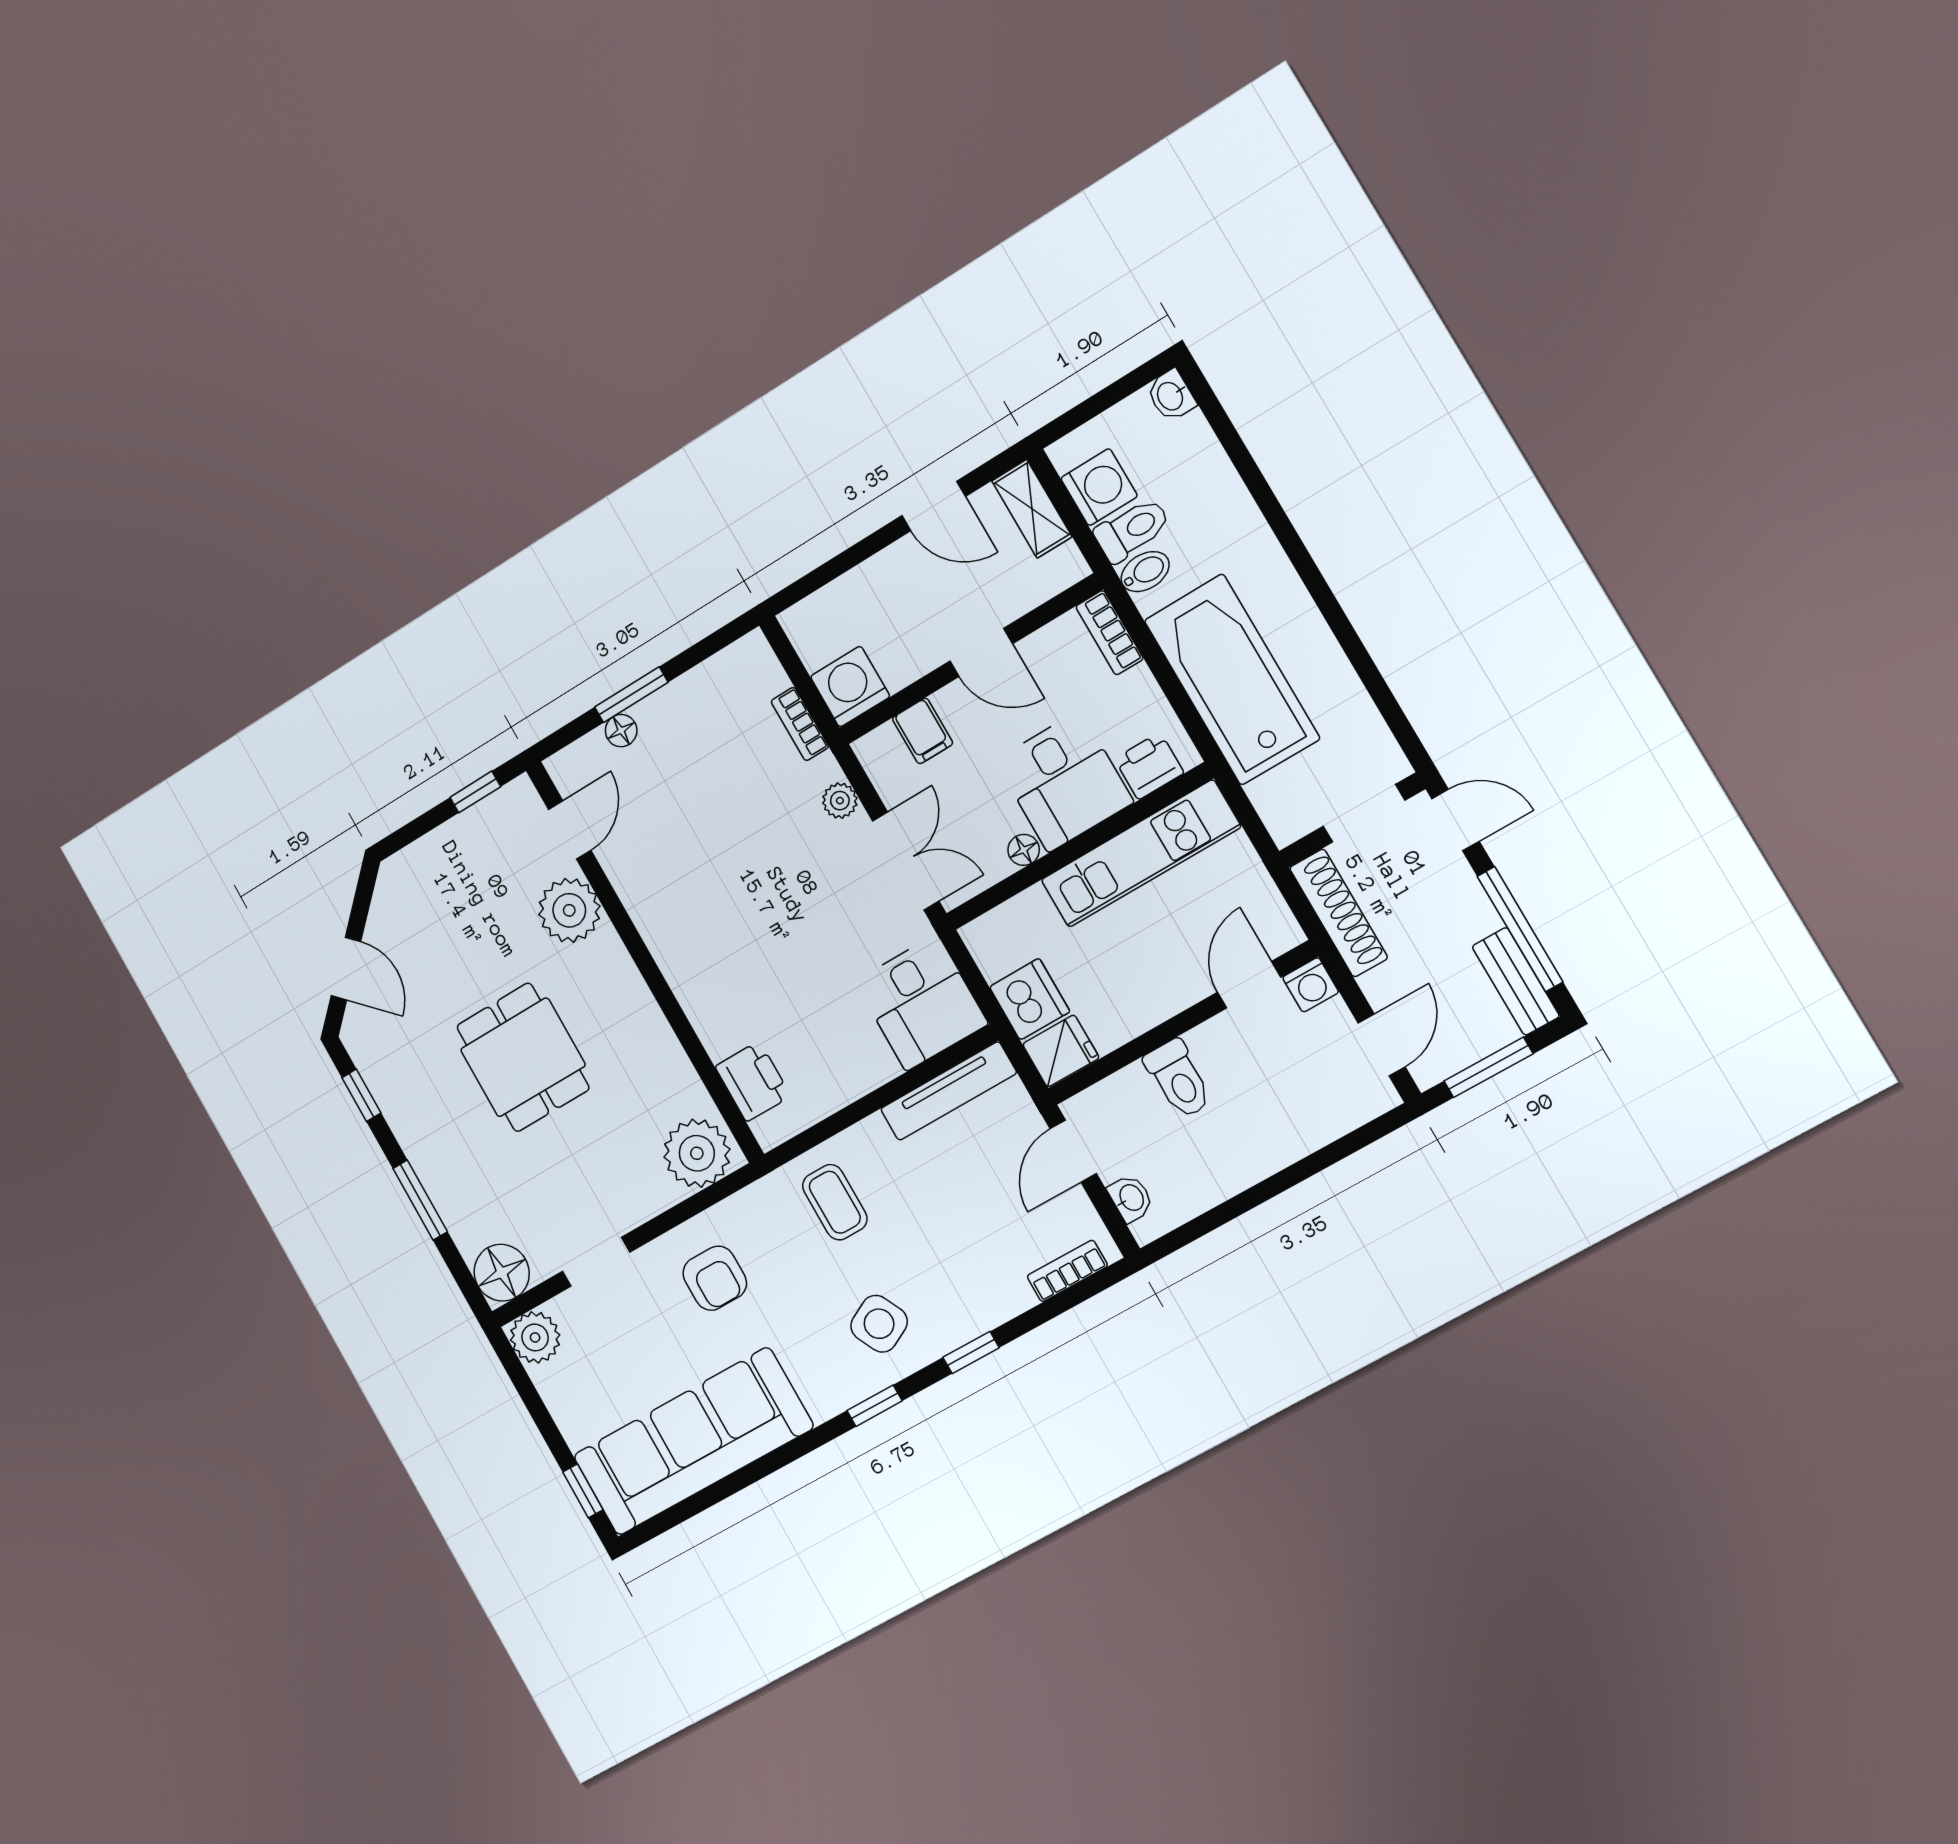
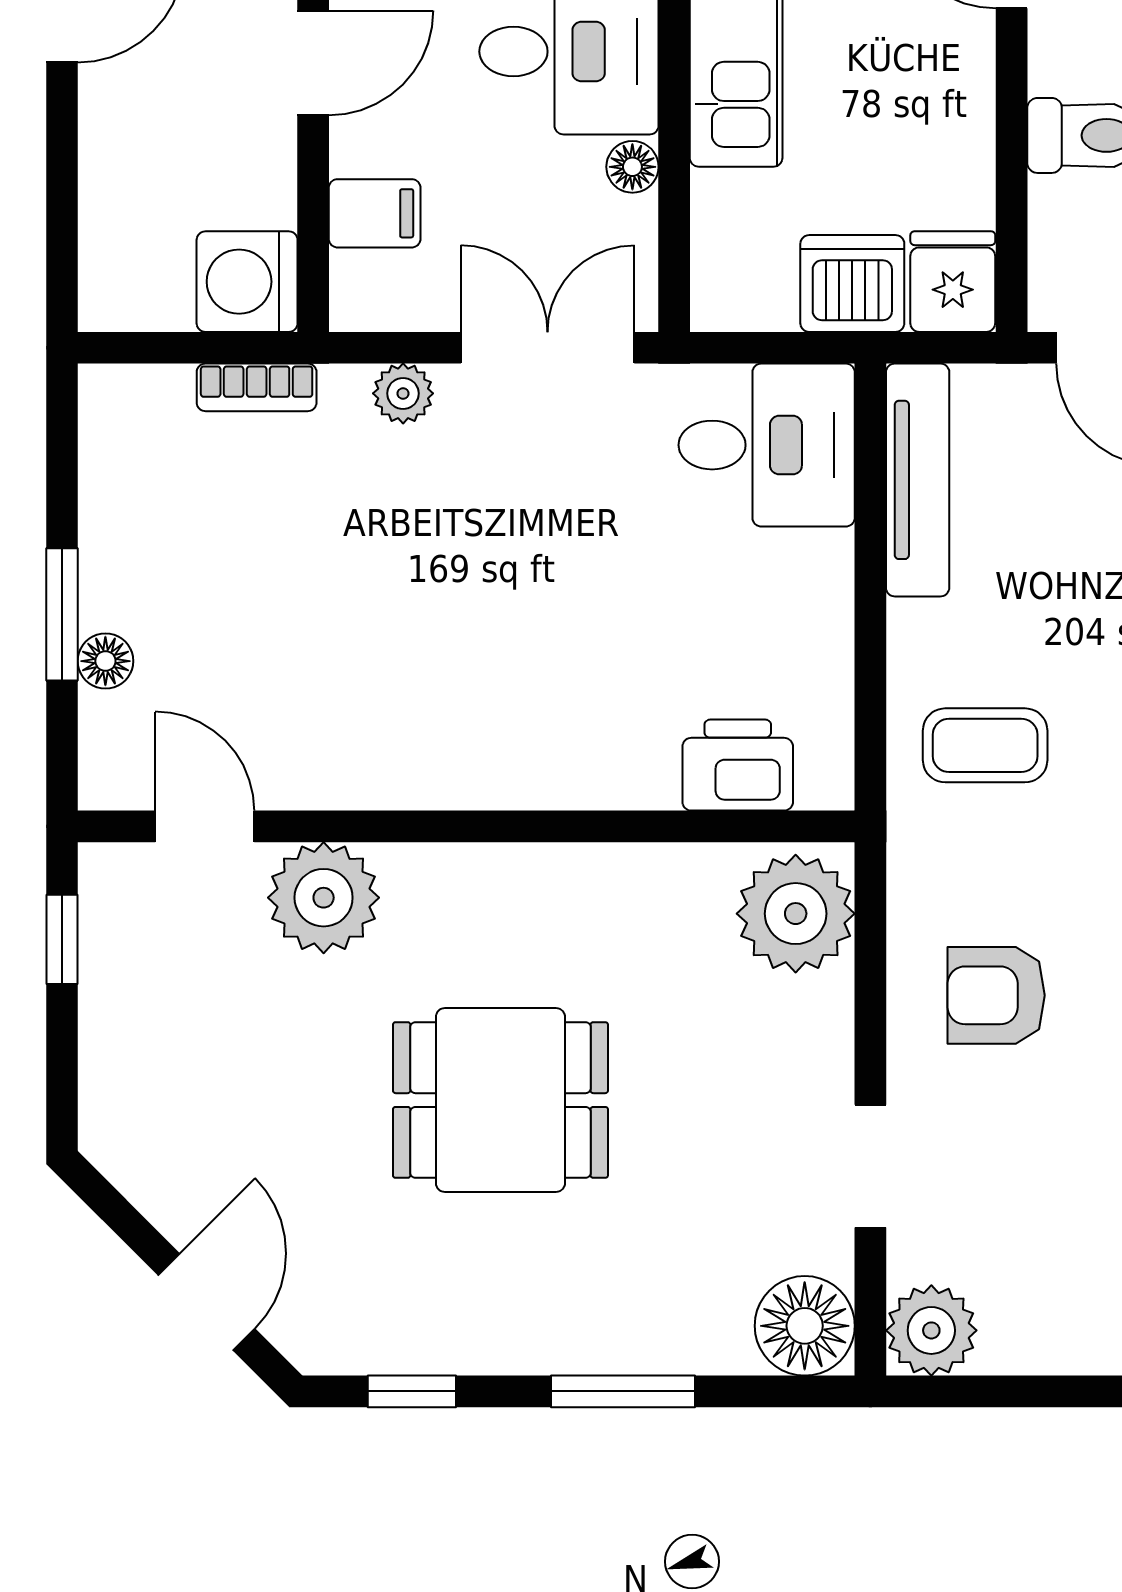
door: (346, 969) -> (206, 1302), hinge flipped
armchair: (715, 1278) -> (996, 995), turned 180

